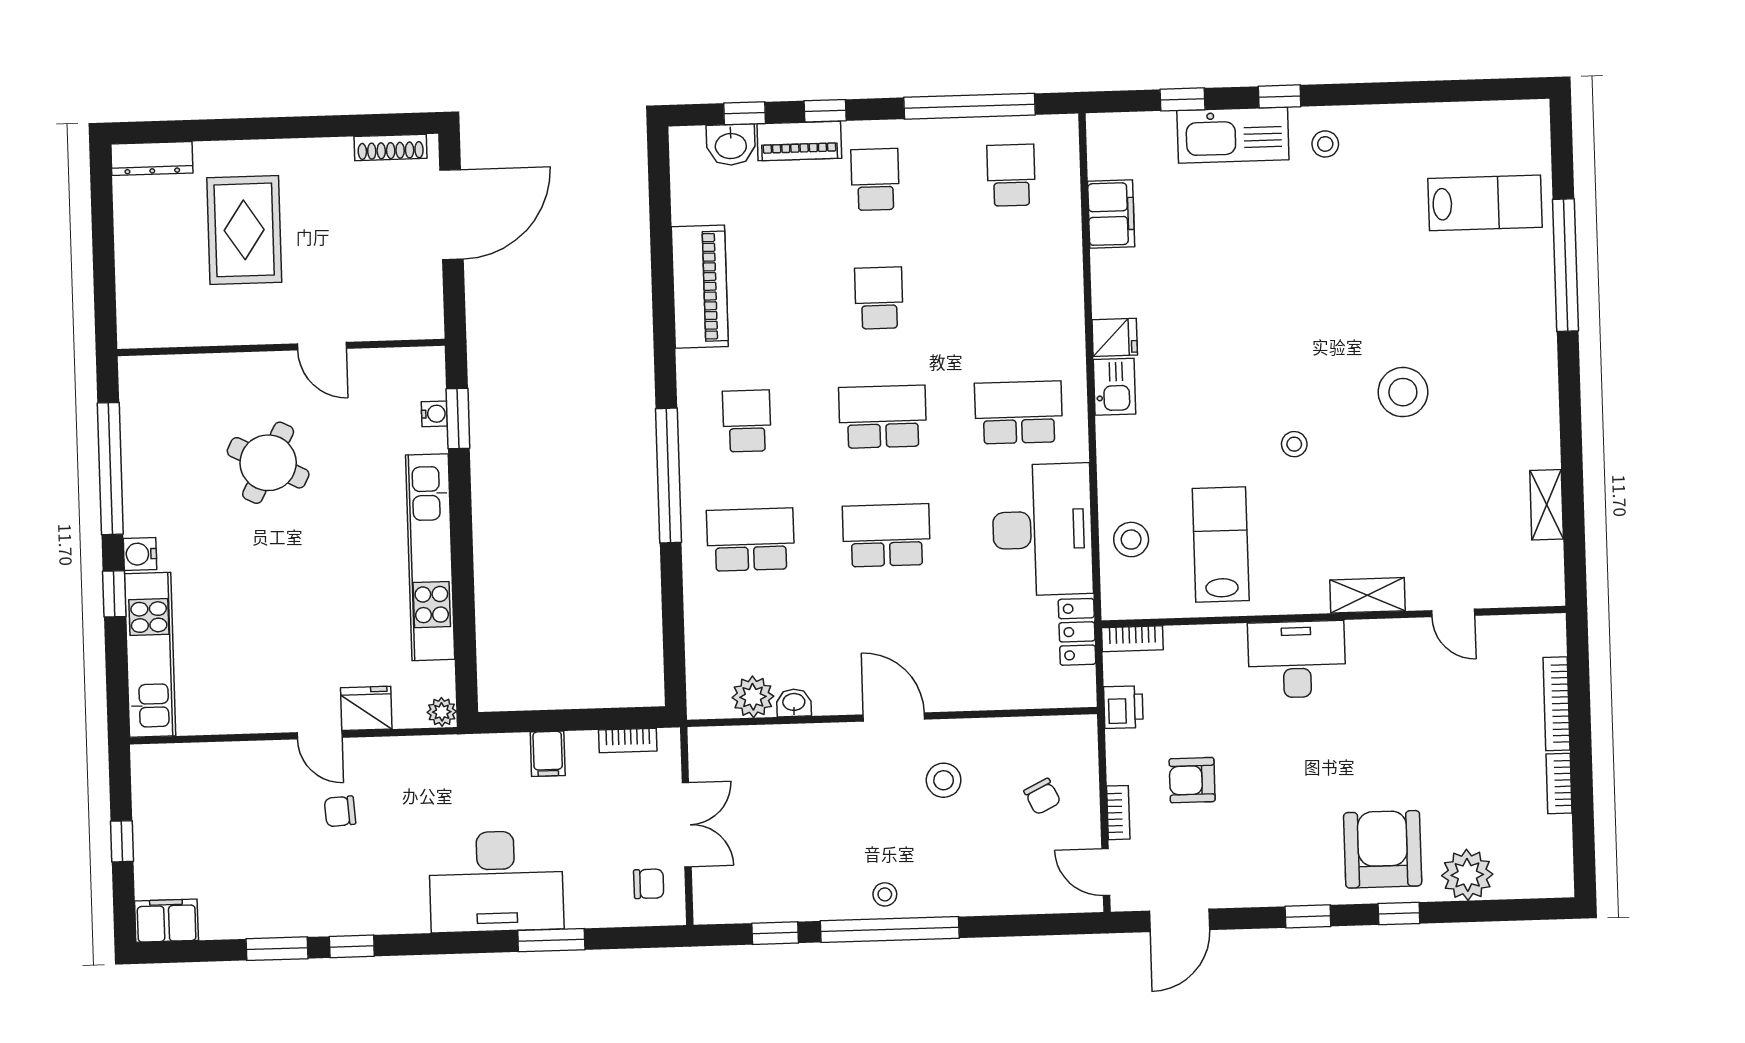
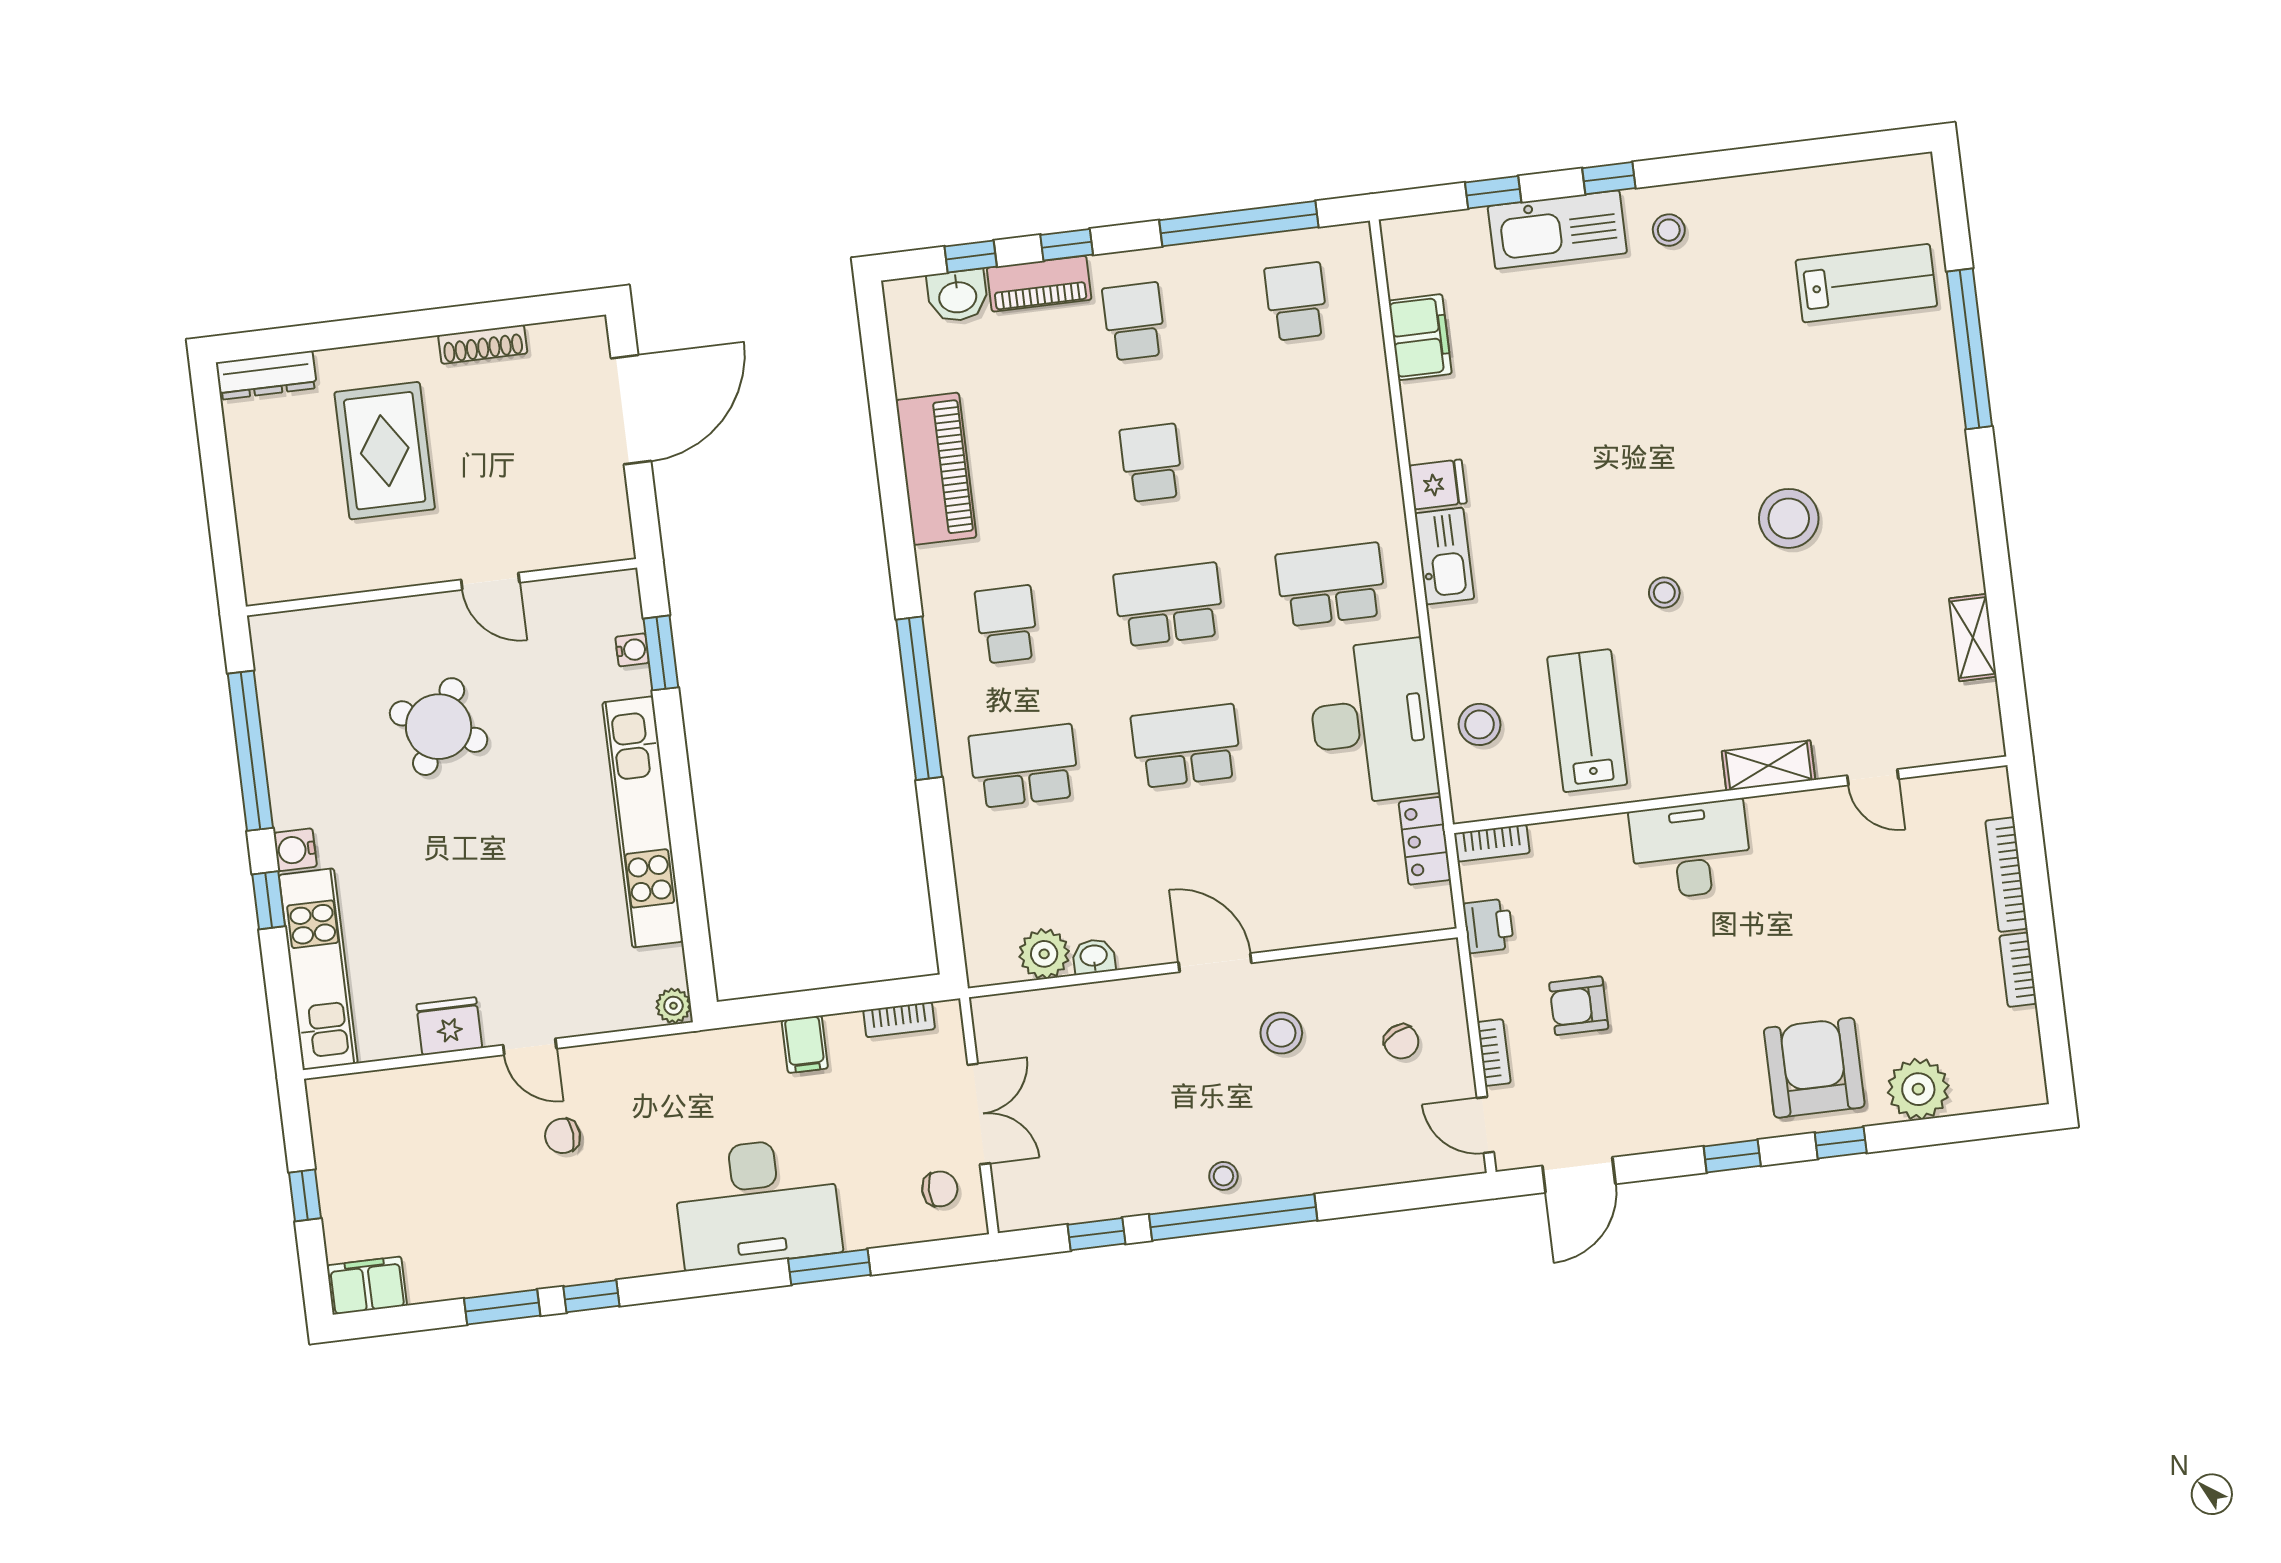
shoe rack: (391, 147) -> (483, 344), moved
kitchen sink: (1114, 387) -> (1444, 556), width x1.38
fridge: (366, 708) -> (449, 1026), moved

